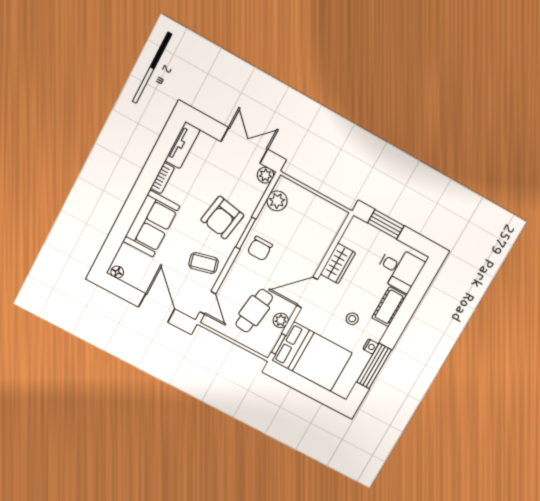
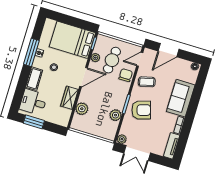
plant: (277, 201) -> (115, 115), moved
armchair: (222, 218) -> (141, 110), turned 63
window: (386, 224) -> (34, 122), moved
plant: (322, 241) -> (82, 109), added
chair: (260, 248) -> (126, 75), moved
door: (208, 303) -> (140, 59), hinge flipped
door: (157, 308) -> (168, 50), hinge flipped
window: (374, 366) -> (31, 52), moved

